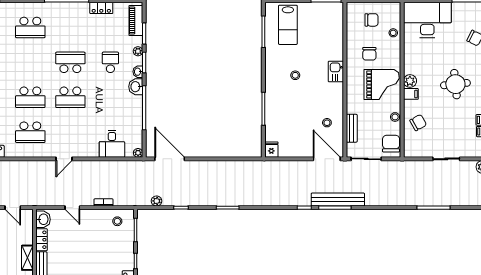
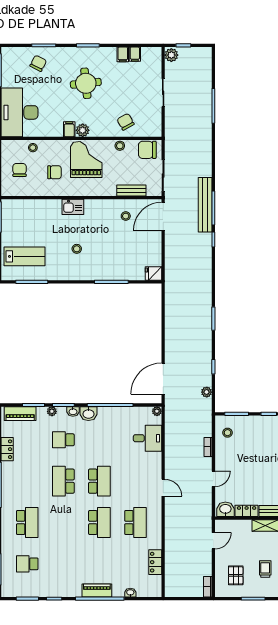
filing cabinet: (411, 94) -> (69, 129), moved

